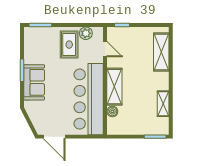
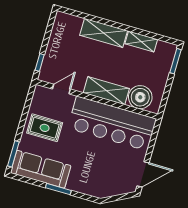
plant: (86, 33) -> (37, 106), removed
shelving: (161, 52) -> (104, 33), moved
sofa: (34, 82) -> (41, 169), moved, width x1.36
boiler: (112, 111) -> (140, 97), width x1.86, depth x1.86

